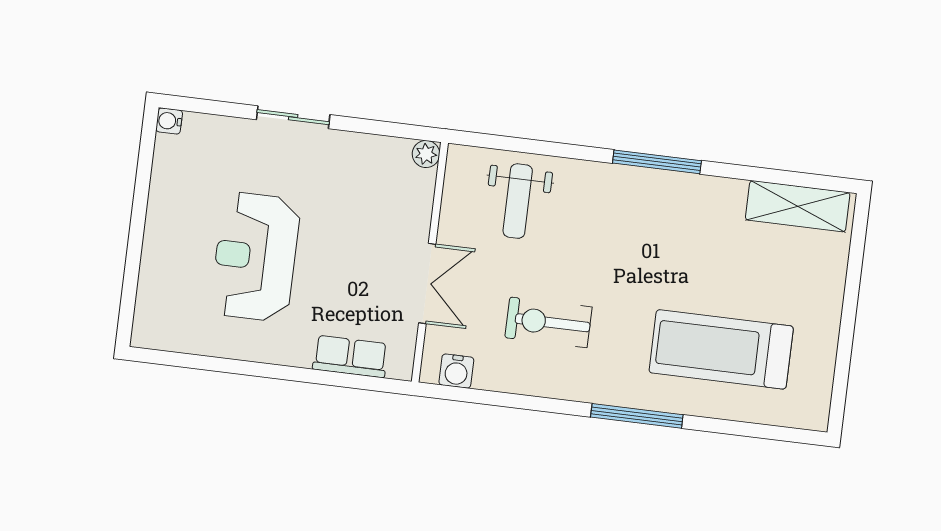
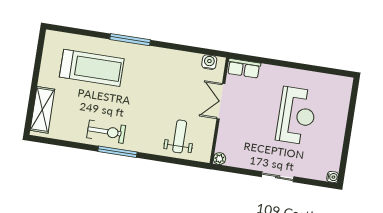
shelving: (798, 206) -> (42, 110), moved, turned 90
exercise bike: (548, 322) -> (106, 132), moved
row of seats: (350, 356) -> (244, 68), moved

